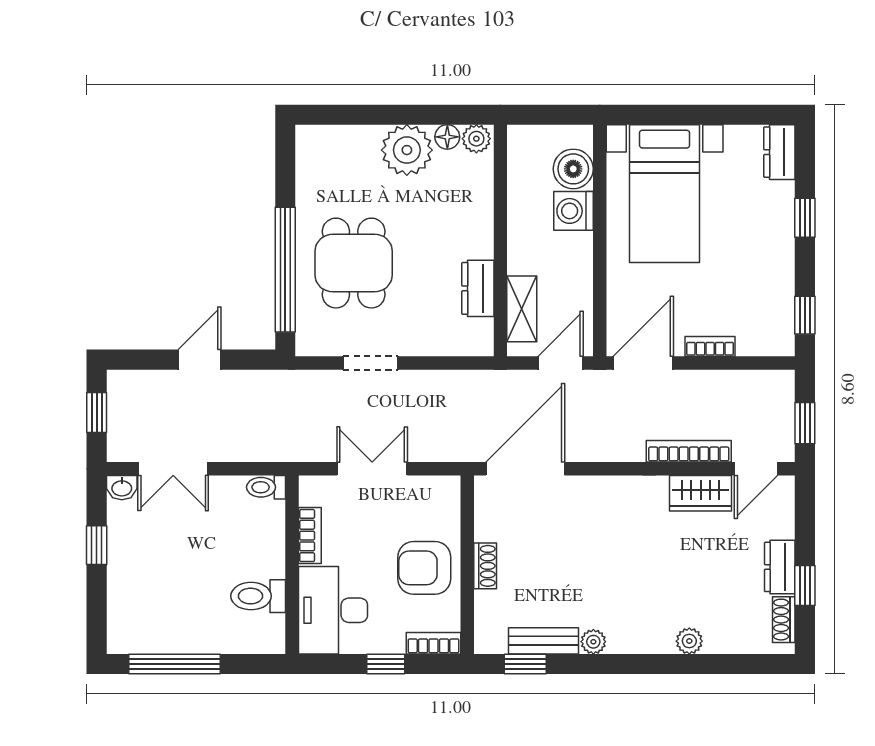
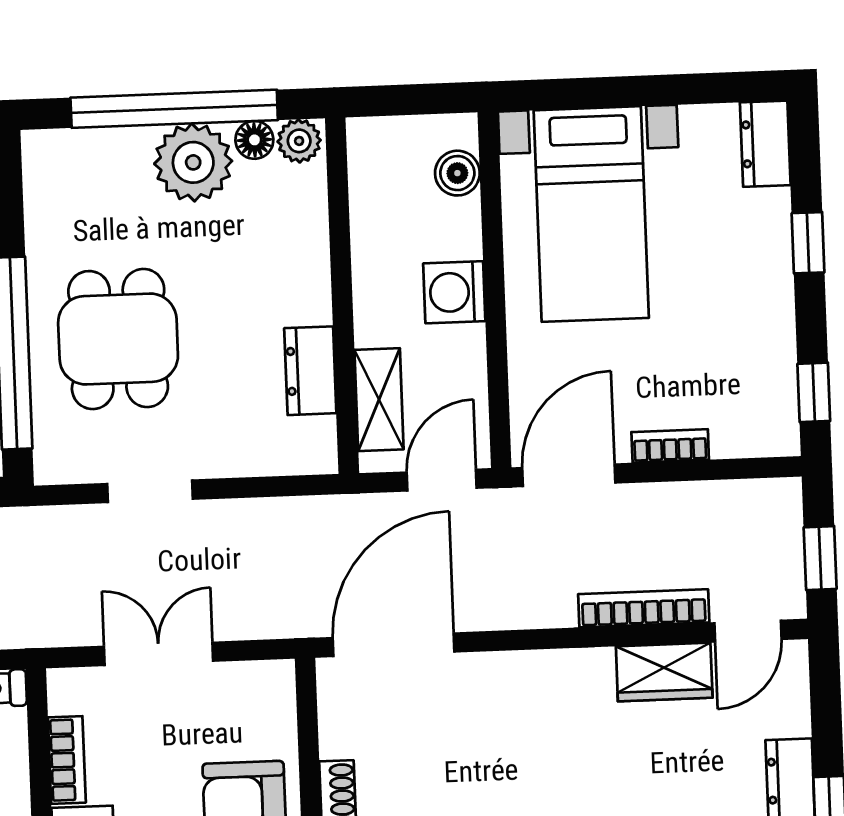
window: (396, 115) -> (174, 109), added
boiler: (573, 169) -> (457, 173), width x0.73, depth x0.73
washing machine: (574, 211) -> (454, 292), moved

